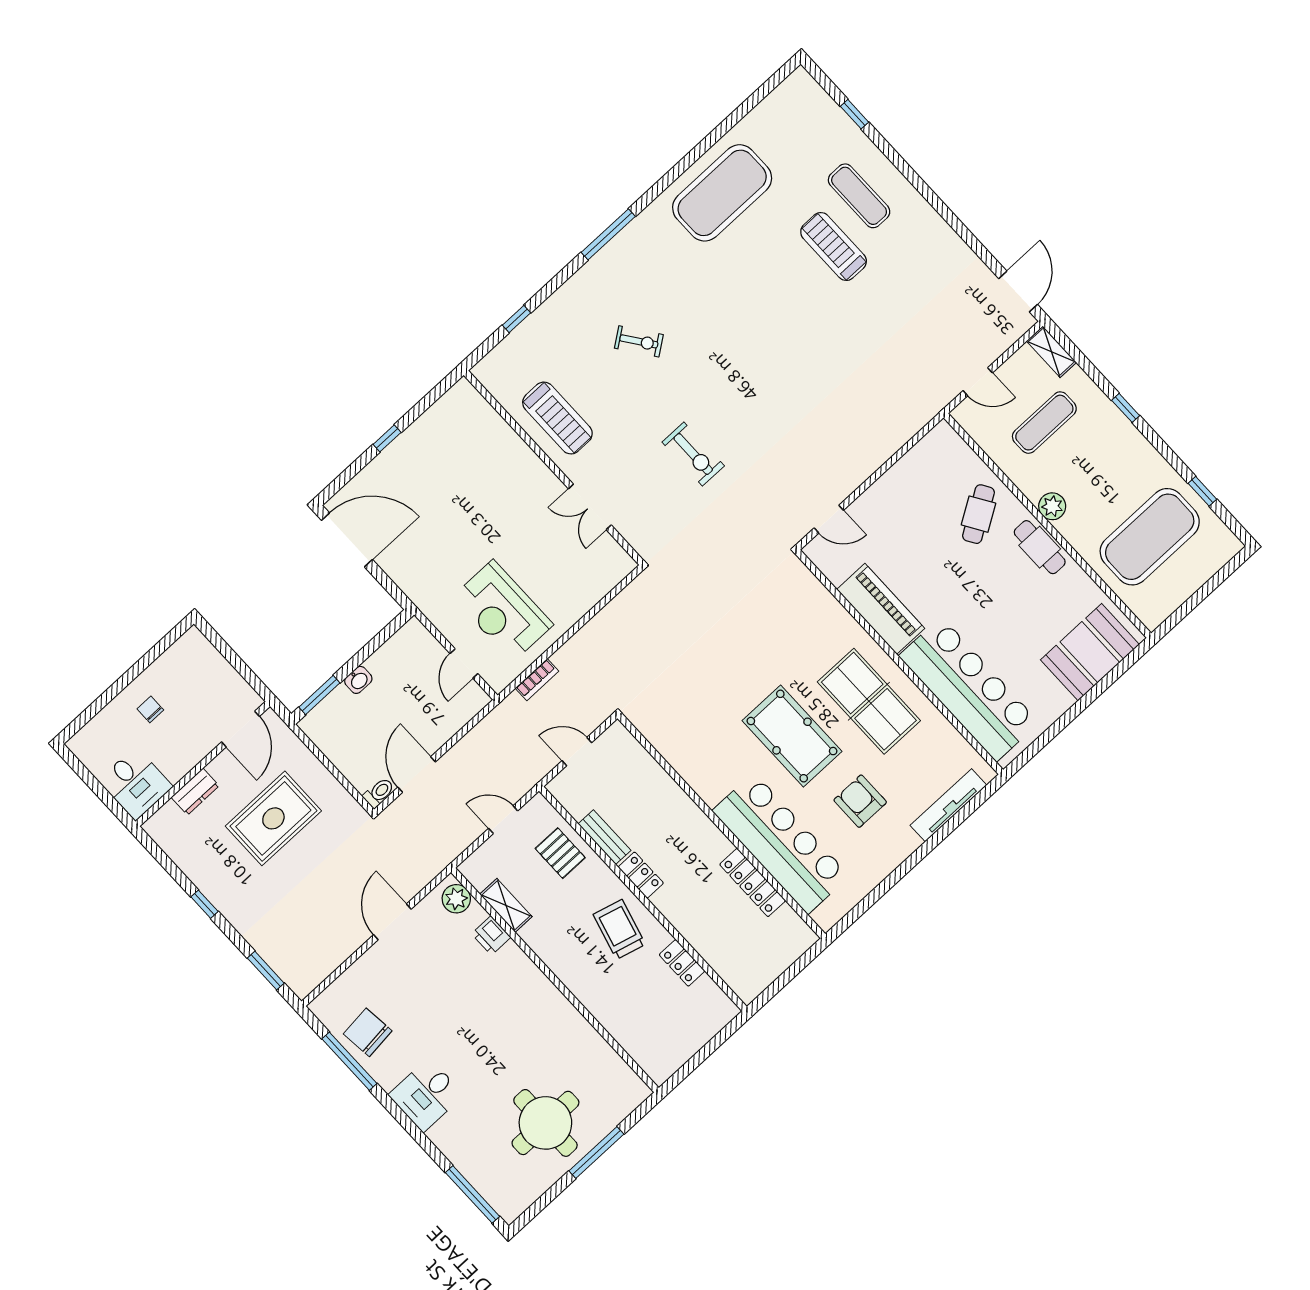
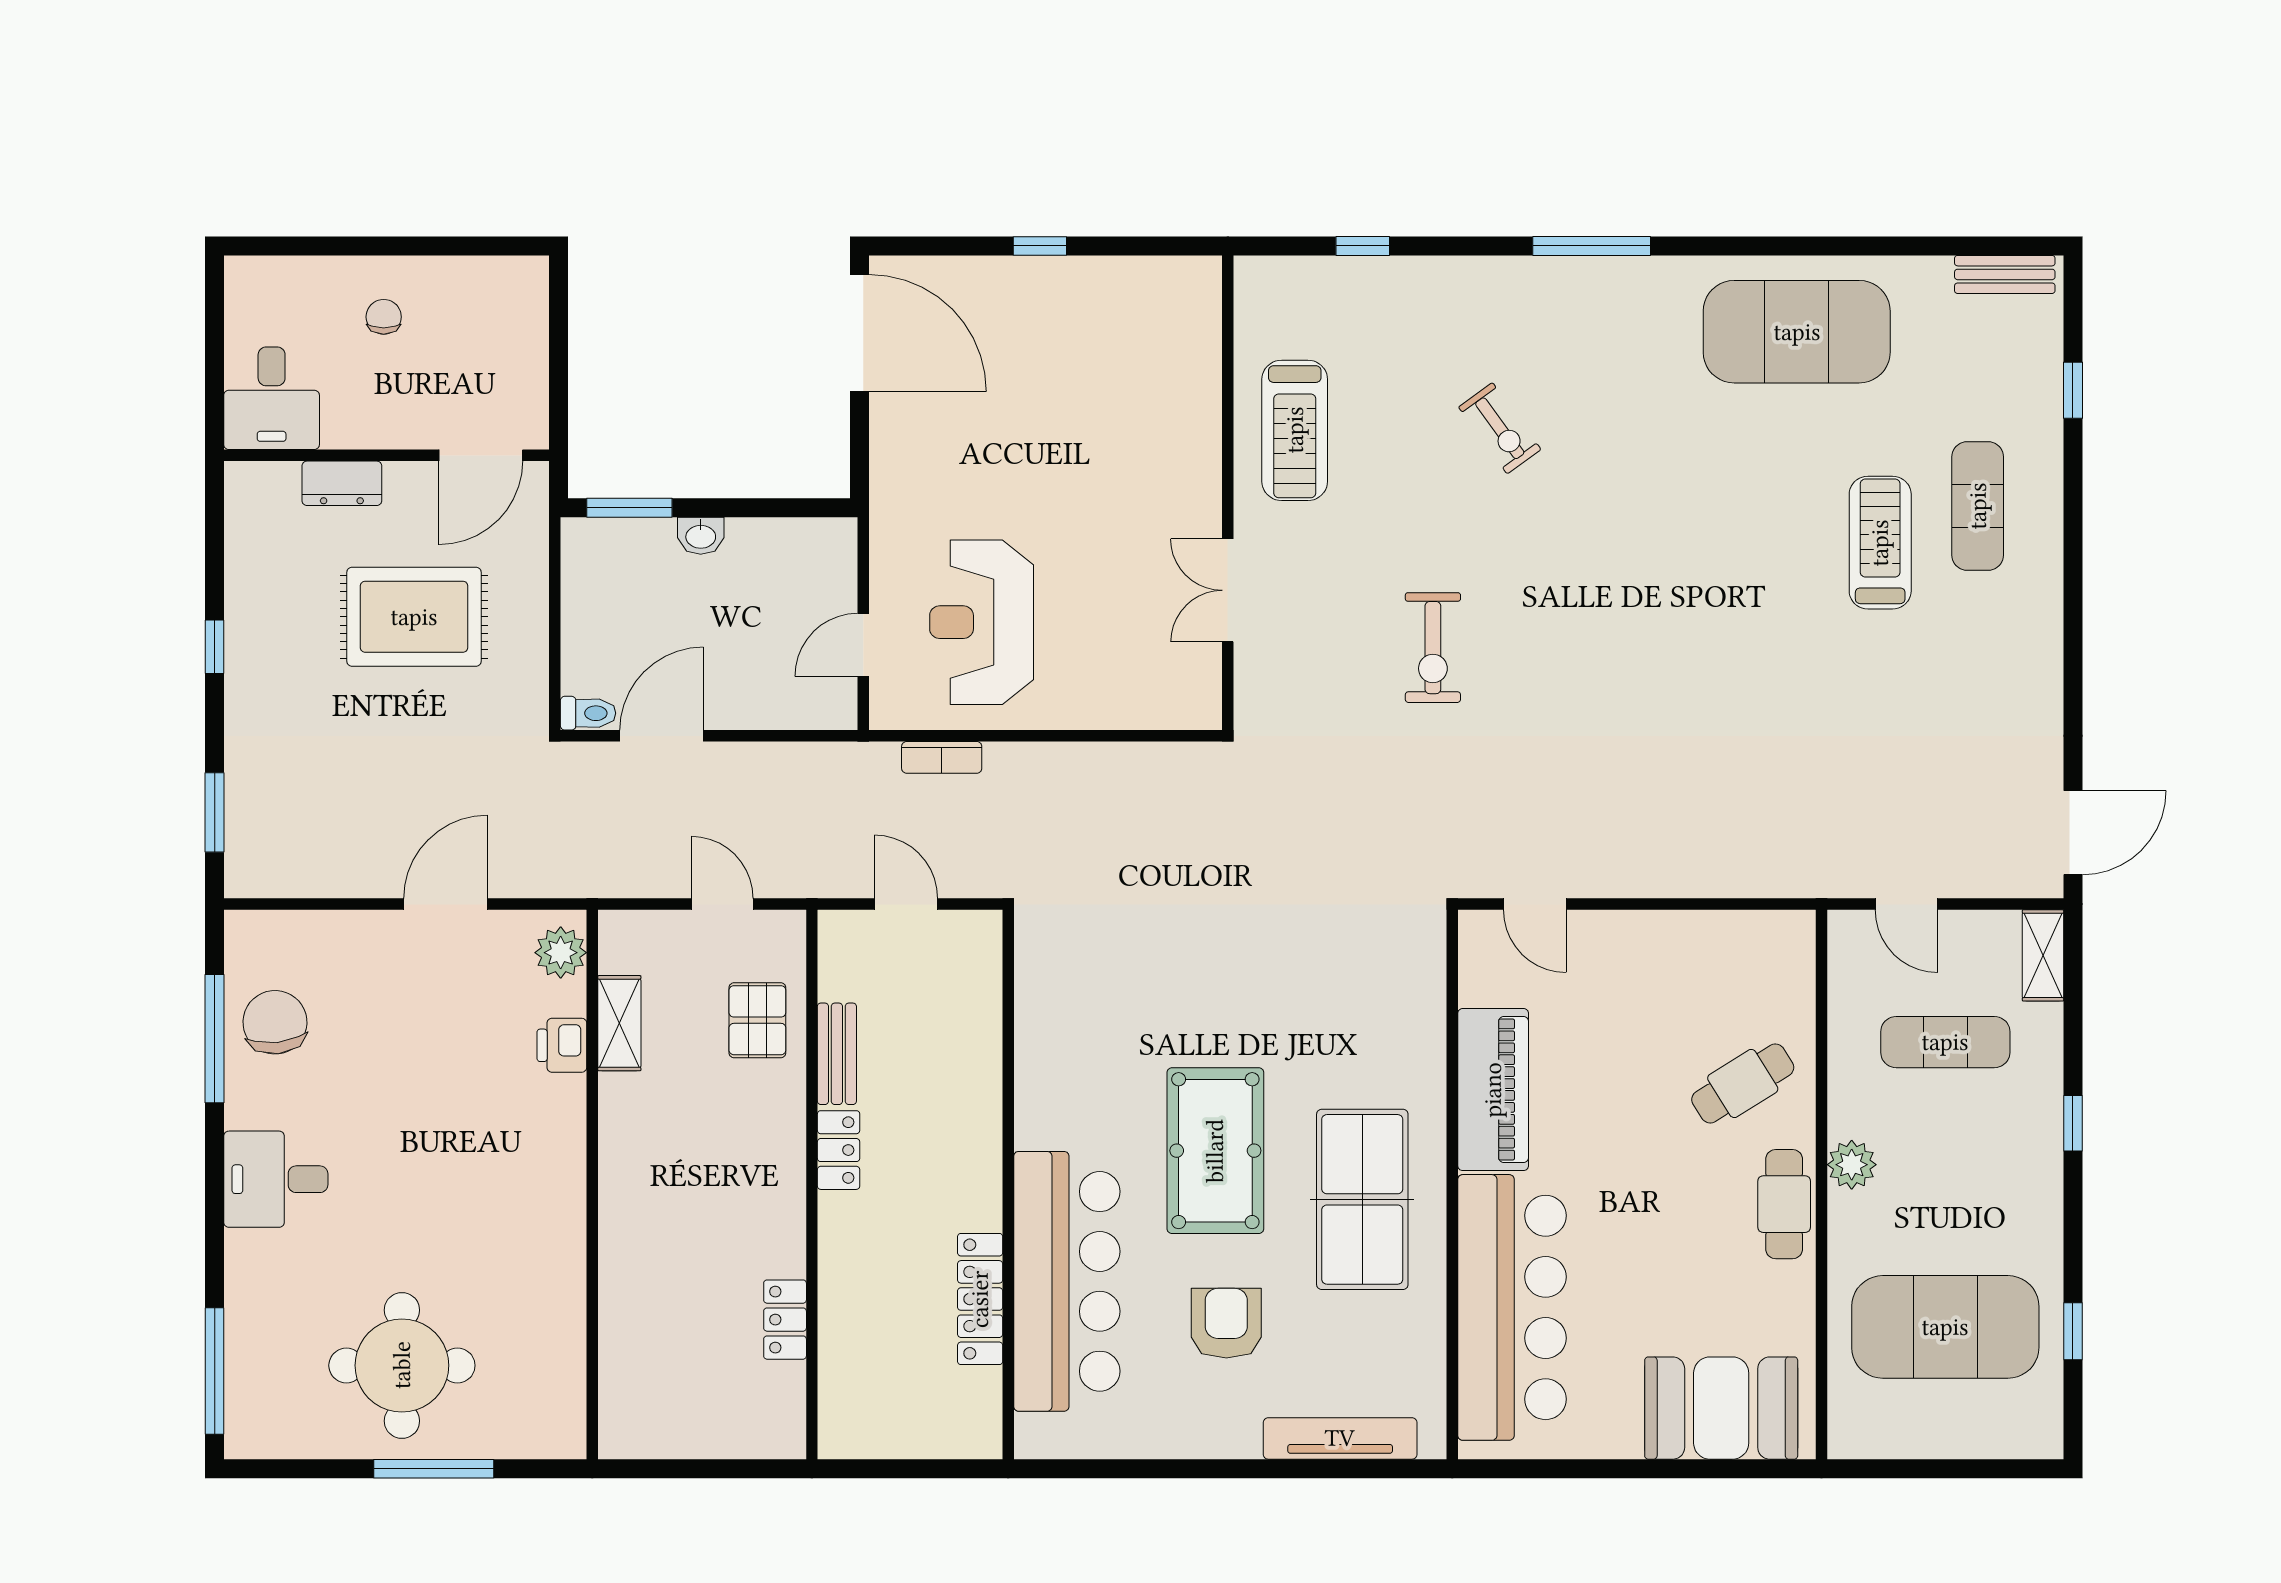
bench: (784, 93) -> (2005, 274), added
trolley: (619, 929) -> (742, 1196), removed

